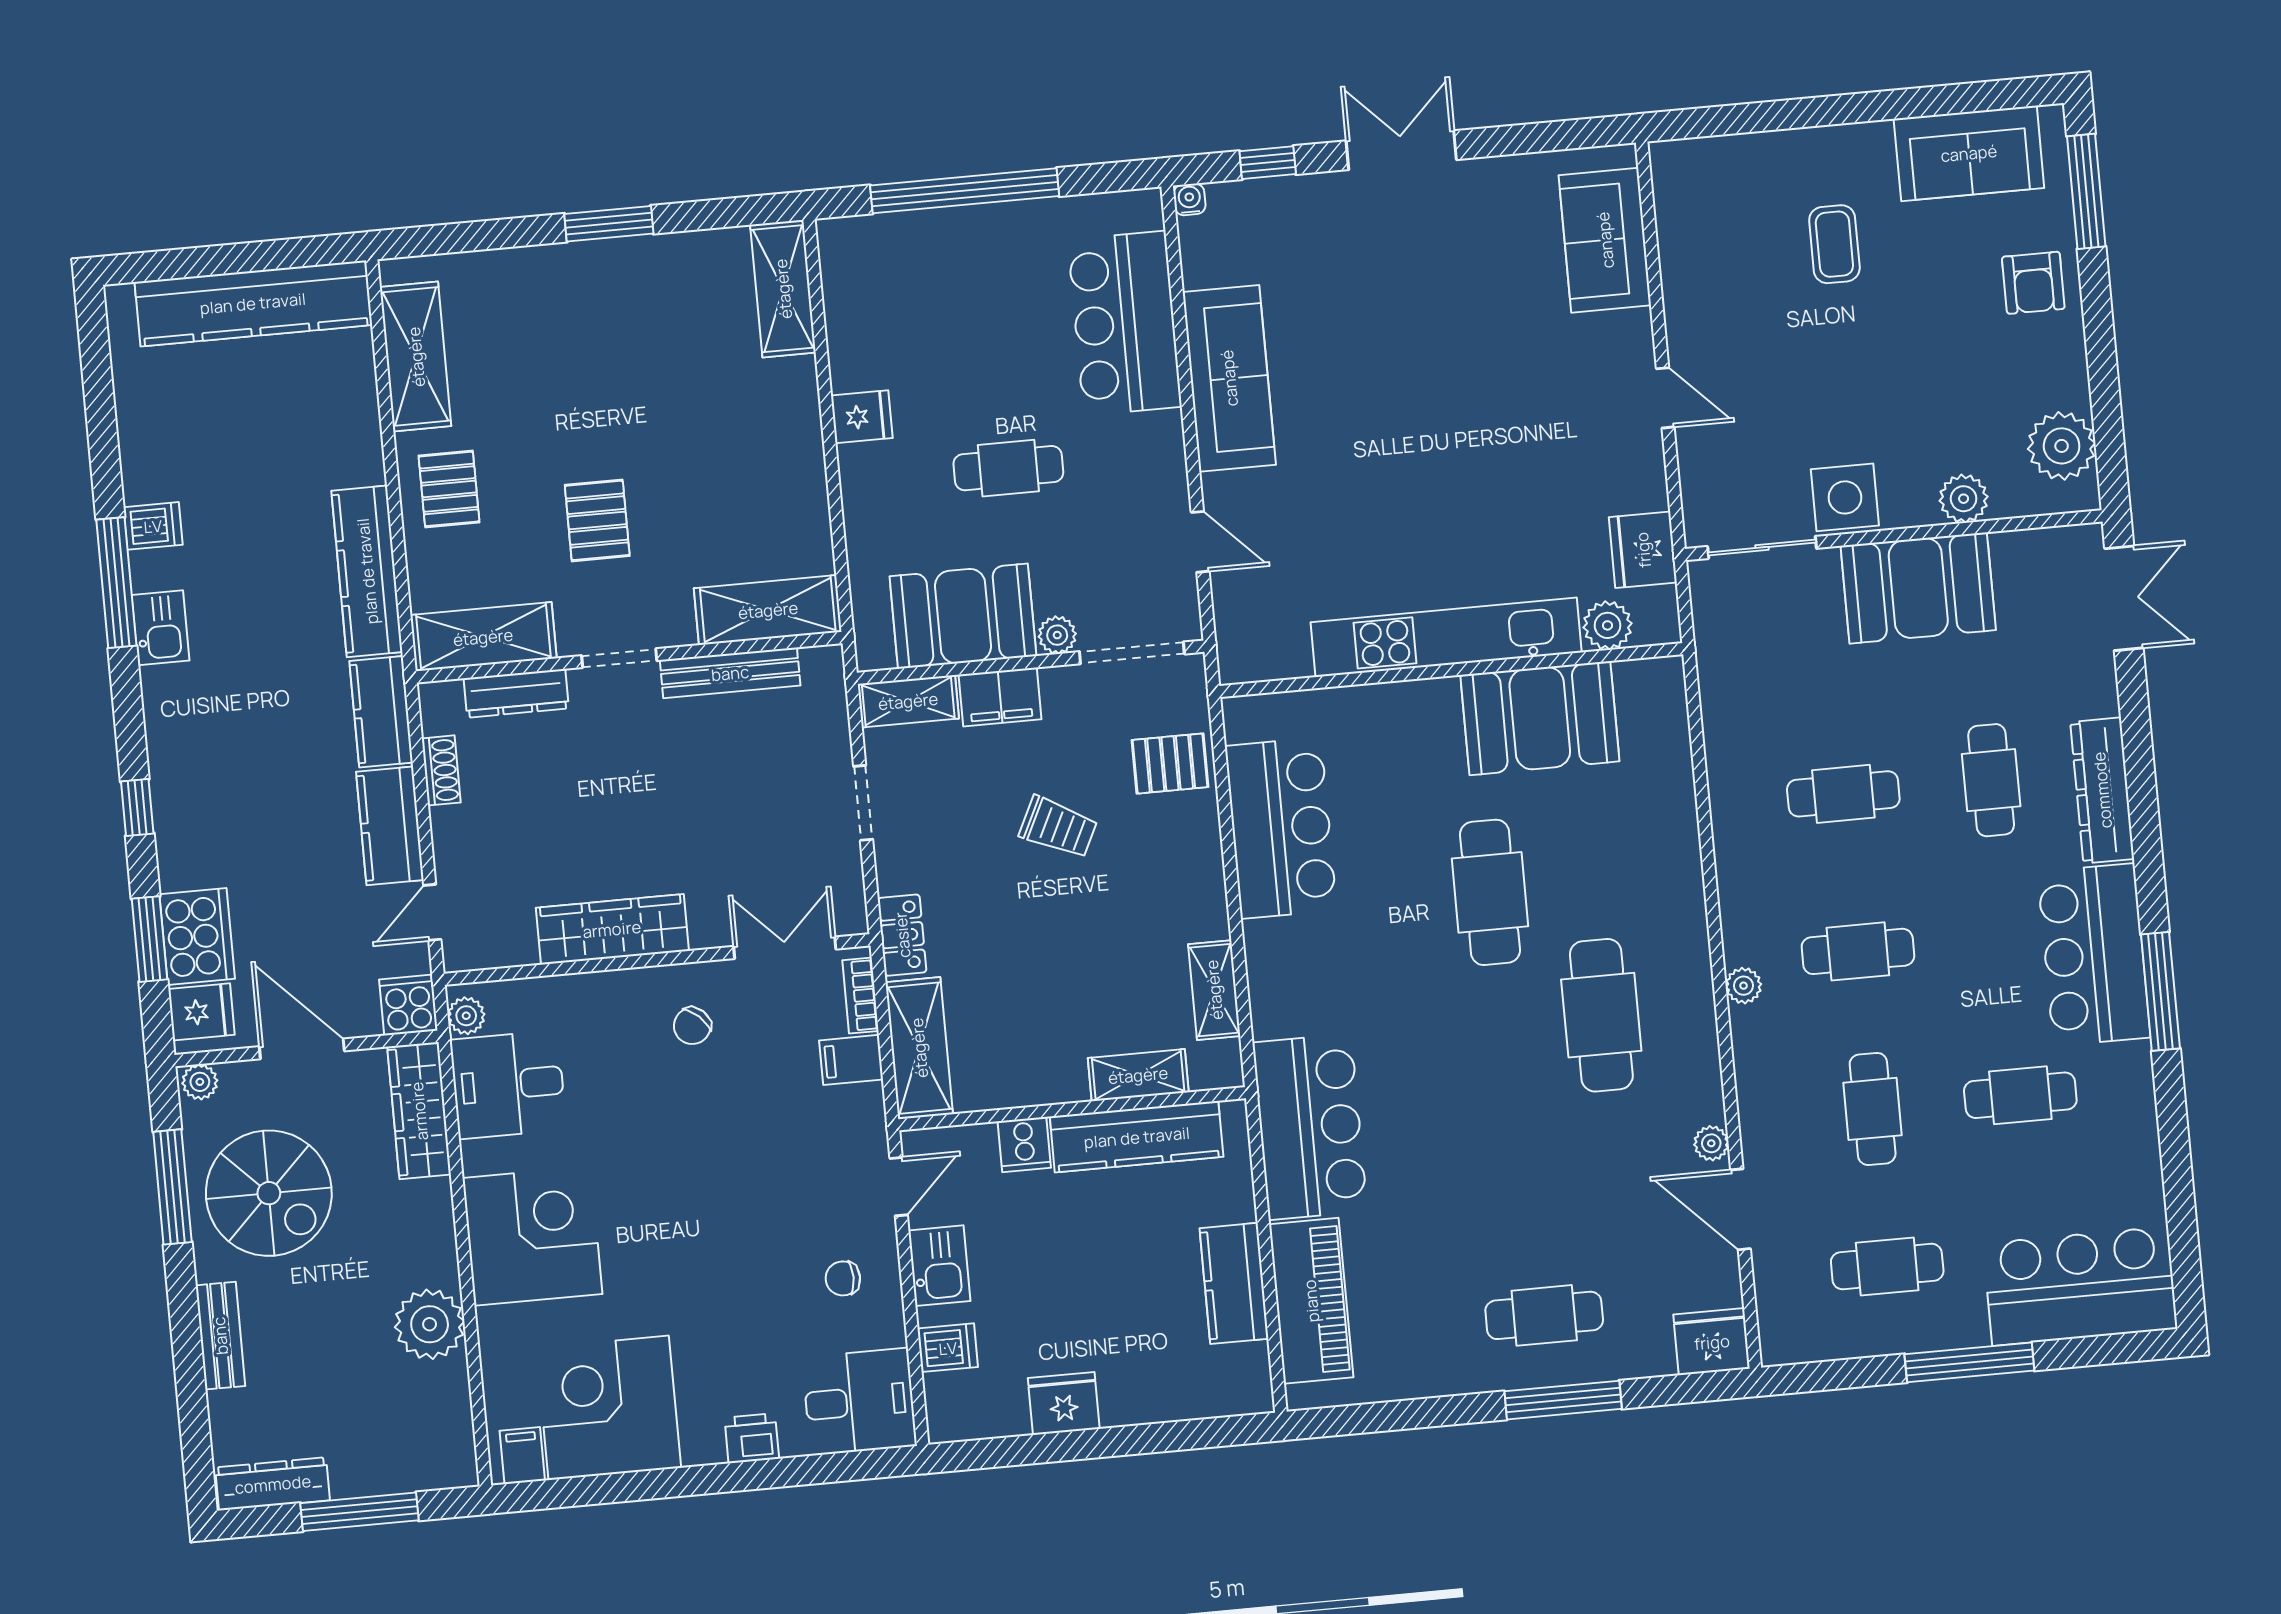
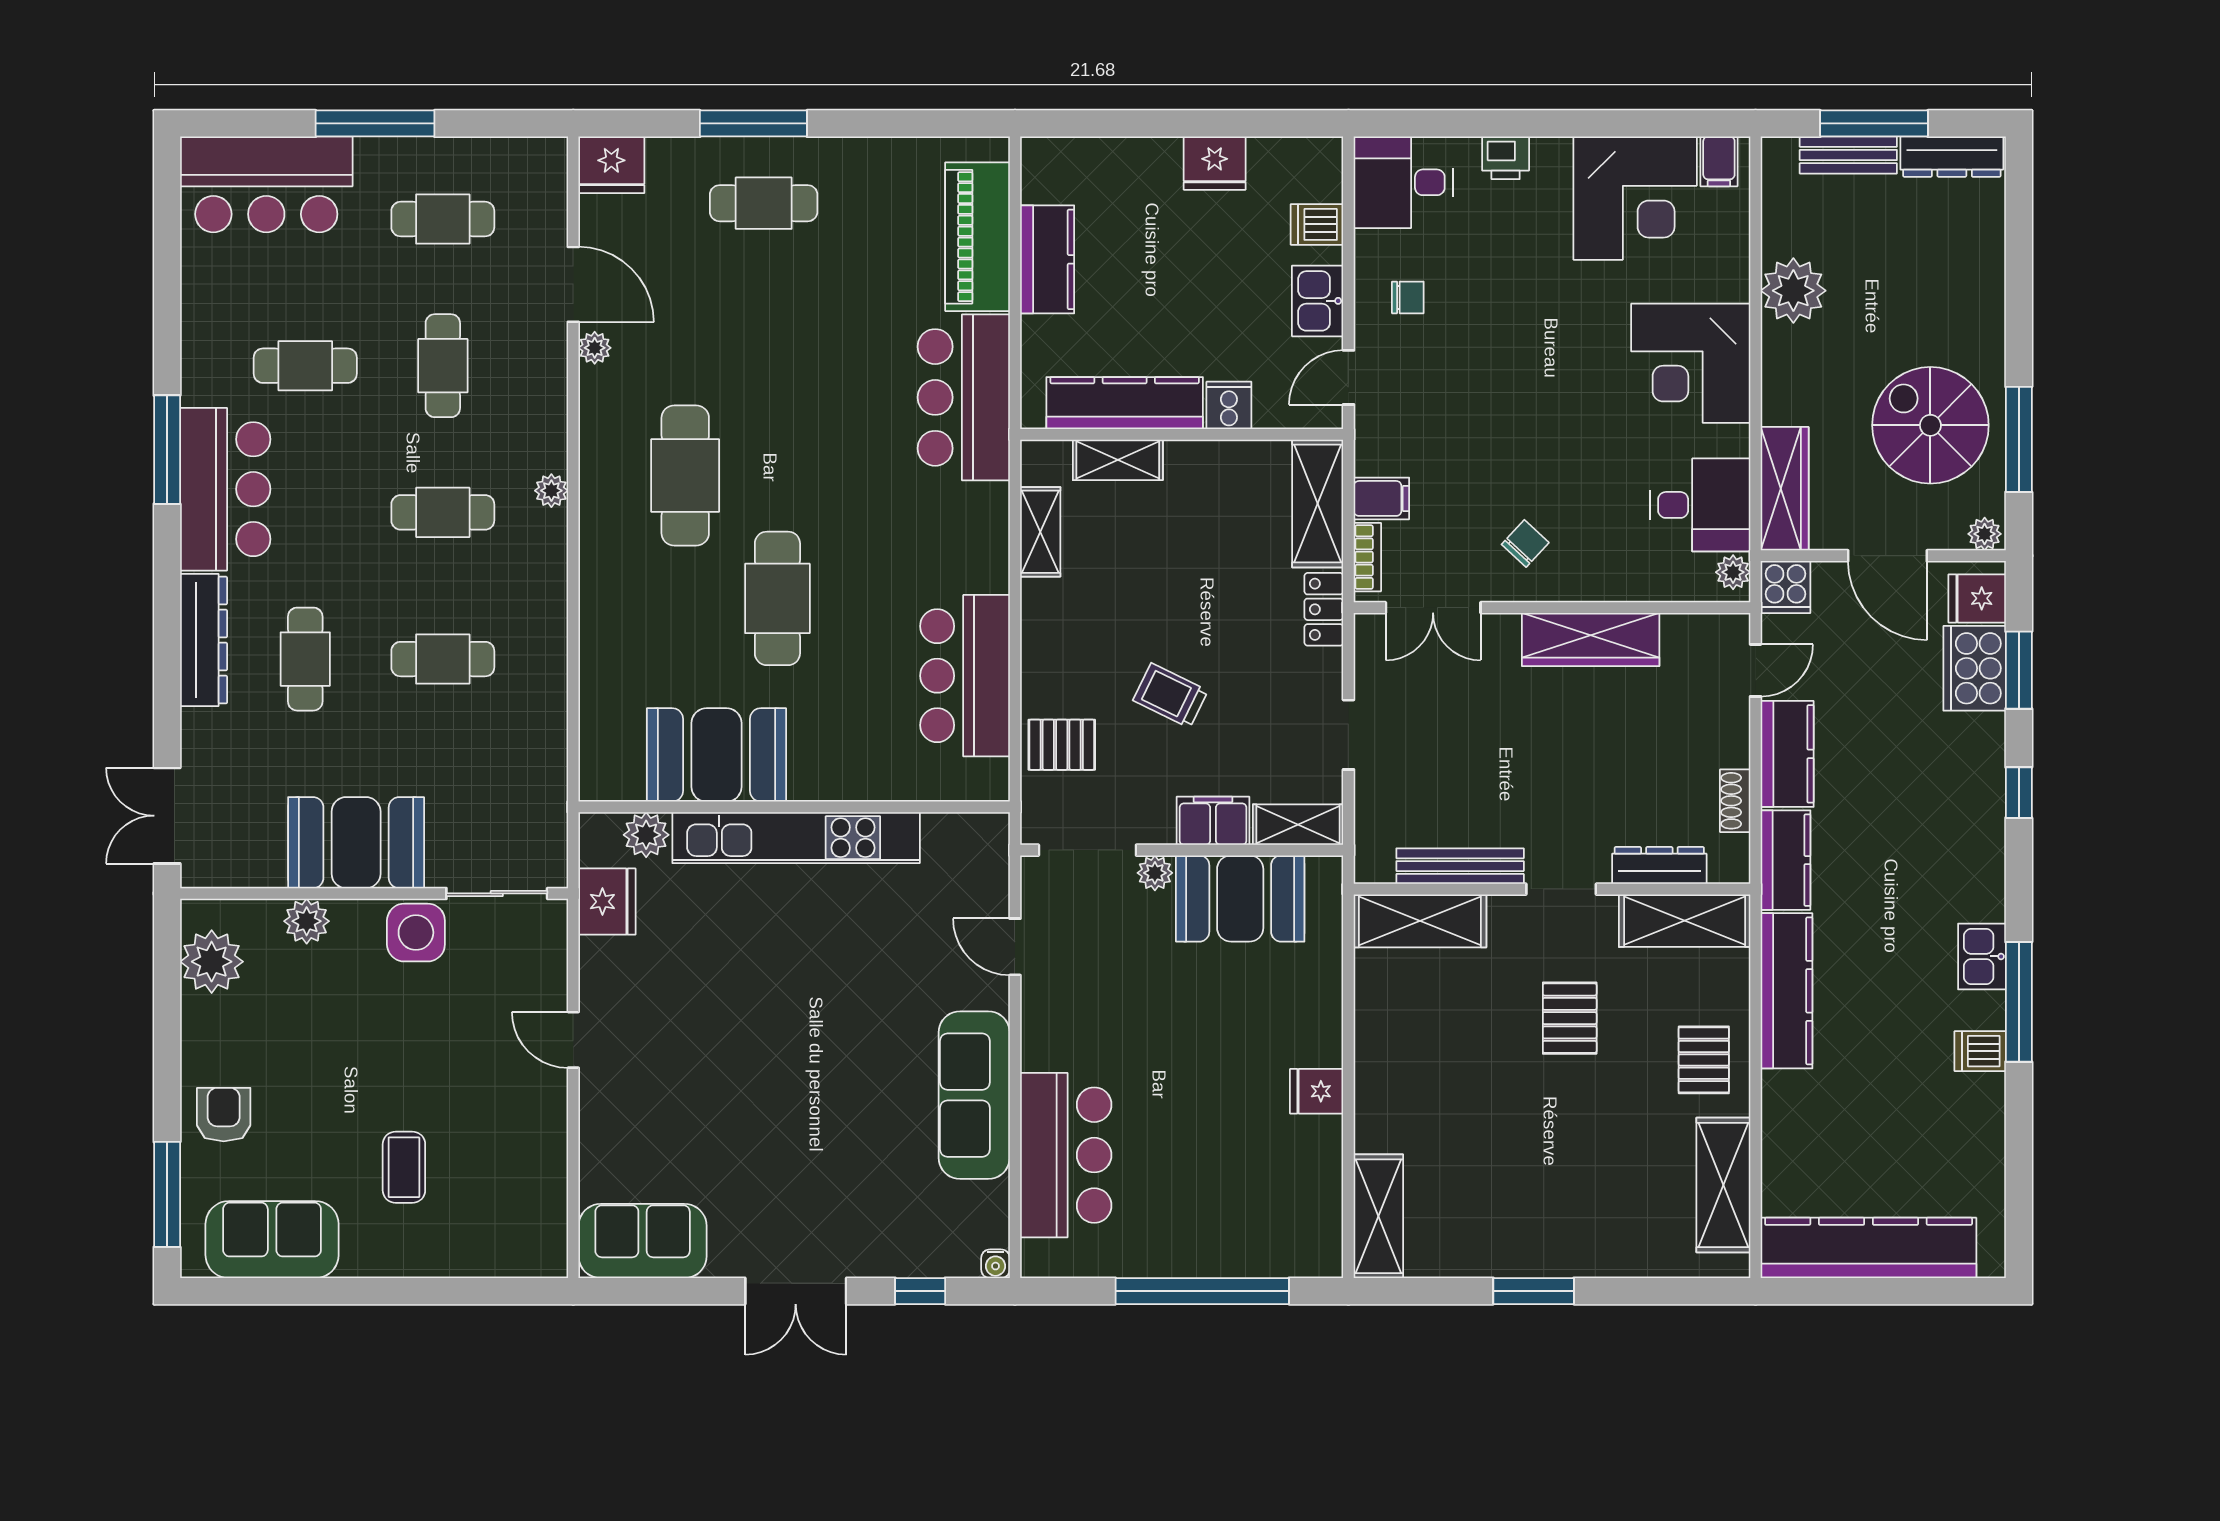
sofa: (1605, 240) -> (643, 1241), moved, turned -90
cafe table: (1008, 468) -> (1186, 1031), removed
bench: (220, 1336) -> (1848, 155), moved, turned 90

